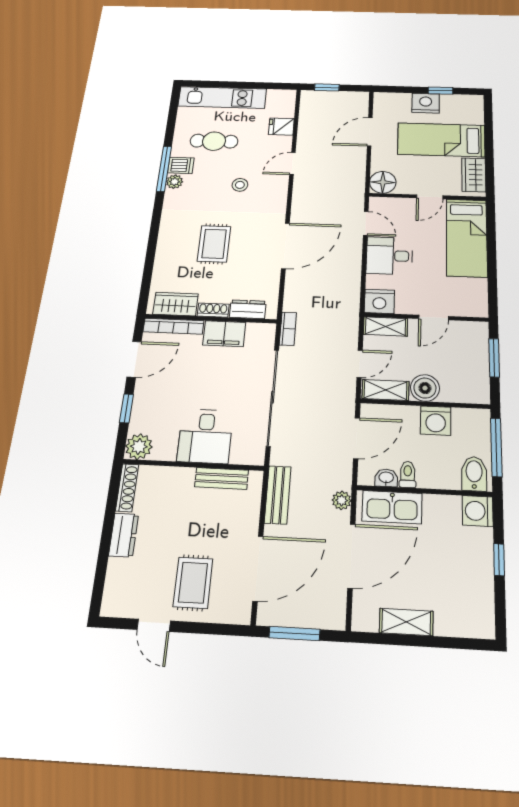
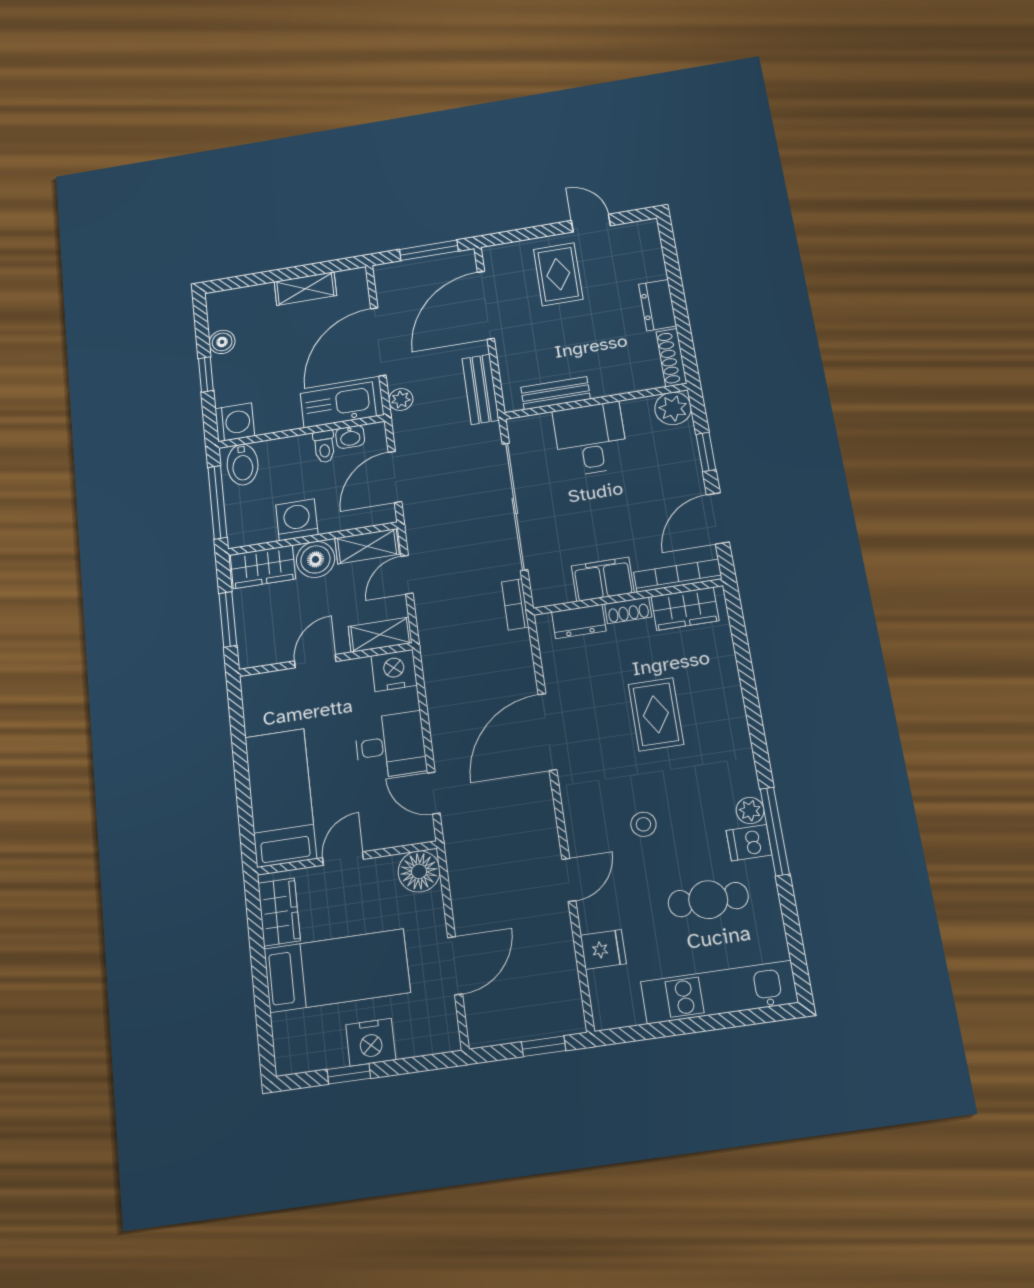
wardrobe: (465, 390) -> (263, 567), added
boiler: (483, 587) -> (222, 342), added

